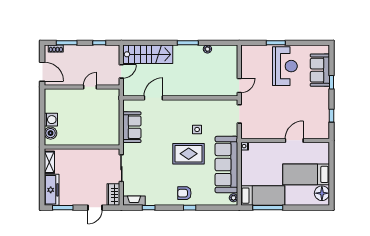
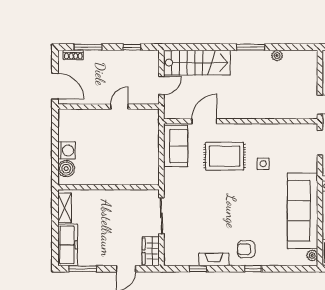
sofa: (132, 127) -> (176, 146), moved
rug: (189, 154) -> (225, 156), moved
fireplace: (134, 201) -> (214, 259), moved

